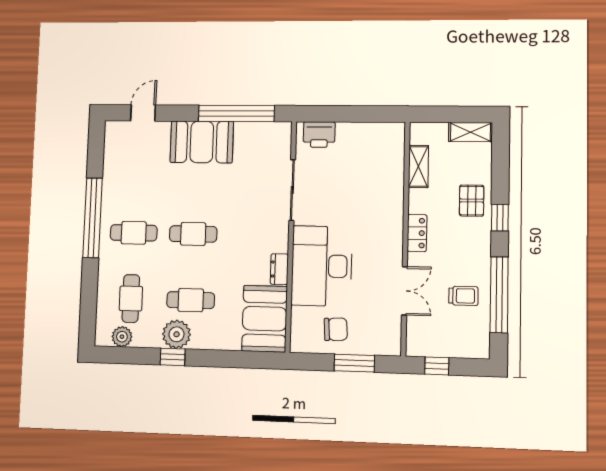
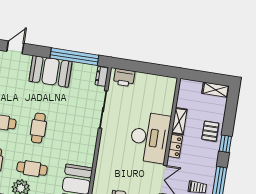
shelving: (418, 166) -> (179, 121), moved
cafe table: (193, 234) -> (38, 128), turned 90
desk: (322, 266) -> (150, 137), moved, turned 180
dresser: (279, 269) -> (102, 76), moved

